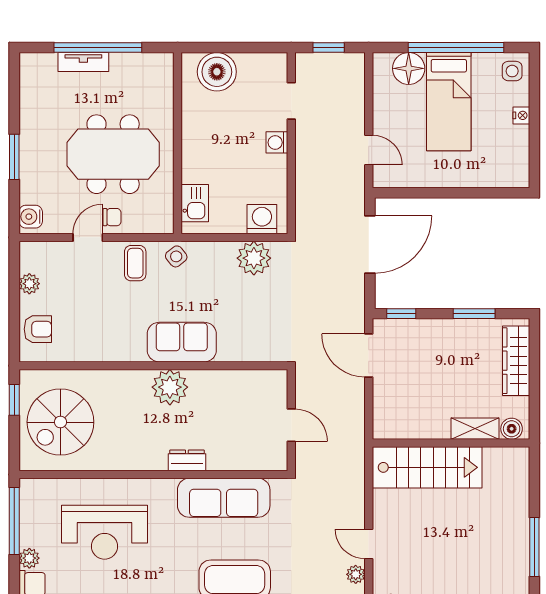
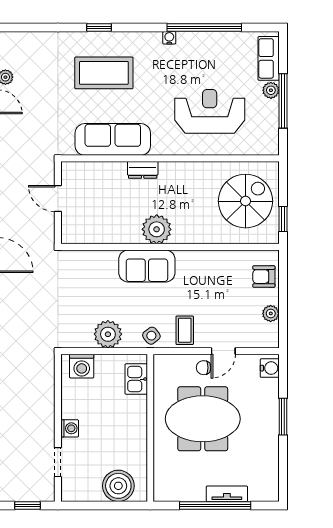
plant: (254, 258) -> (108, 334), moved
window: (14, 521) -> (283, 101), moved

